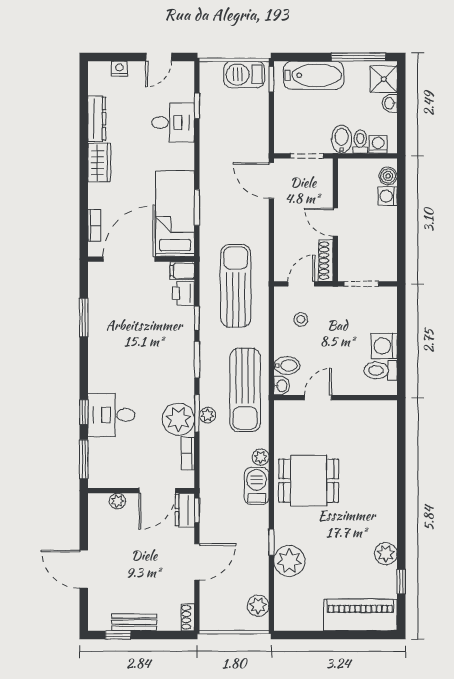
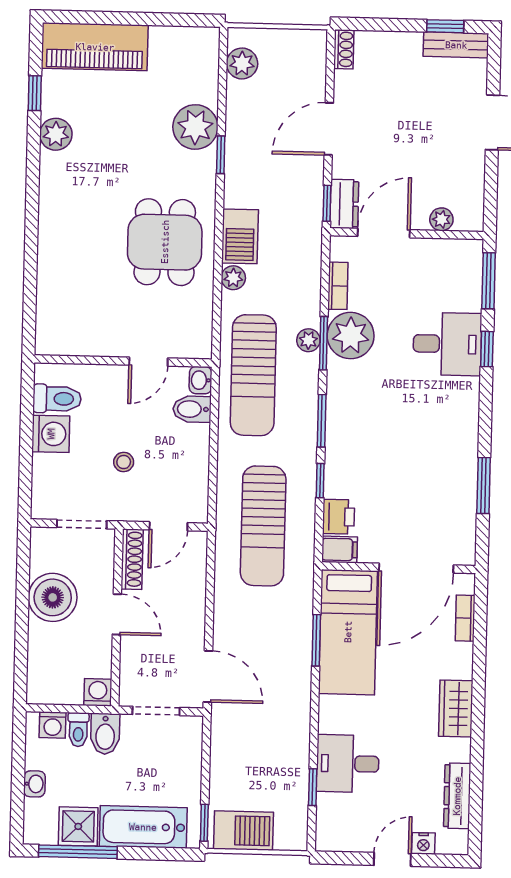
door: (159, 57) -> (392, 859), moved
shower: (384, 79) -> (78, 826), moved
dresser: (97, 119) -> (457, 796), moved
boiler: (388, 176) -> (53, 597), moved, width x1.86, depth x1.86
washing machine: (388, 196) -> (98, 692), moved, turned -90
stool: (301, 319) -> (124, 462), moved
sun lounger: (245, 390) -> (253, 375), turned 180
dining table: (309, 481) -> (165, 242), turned 90
bench: (134, 622) -> (456, 45), moved

